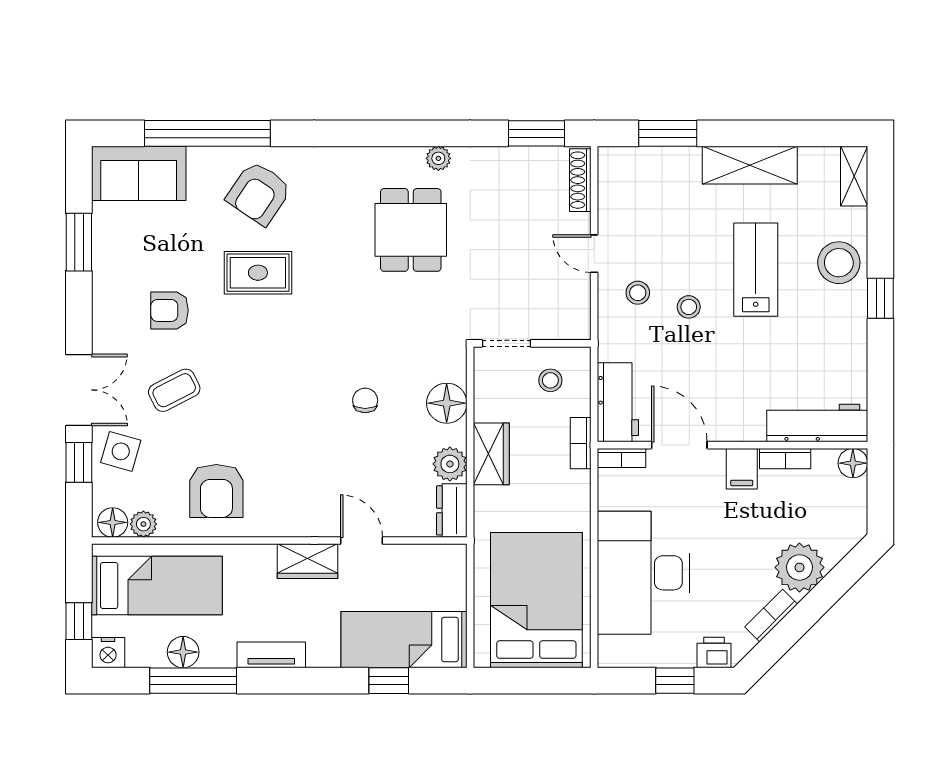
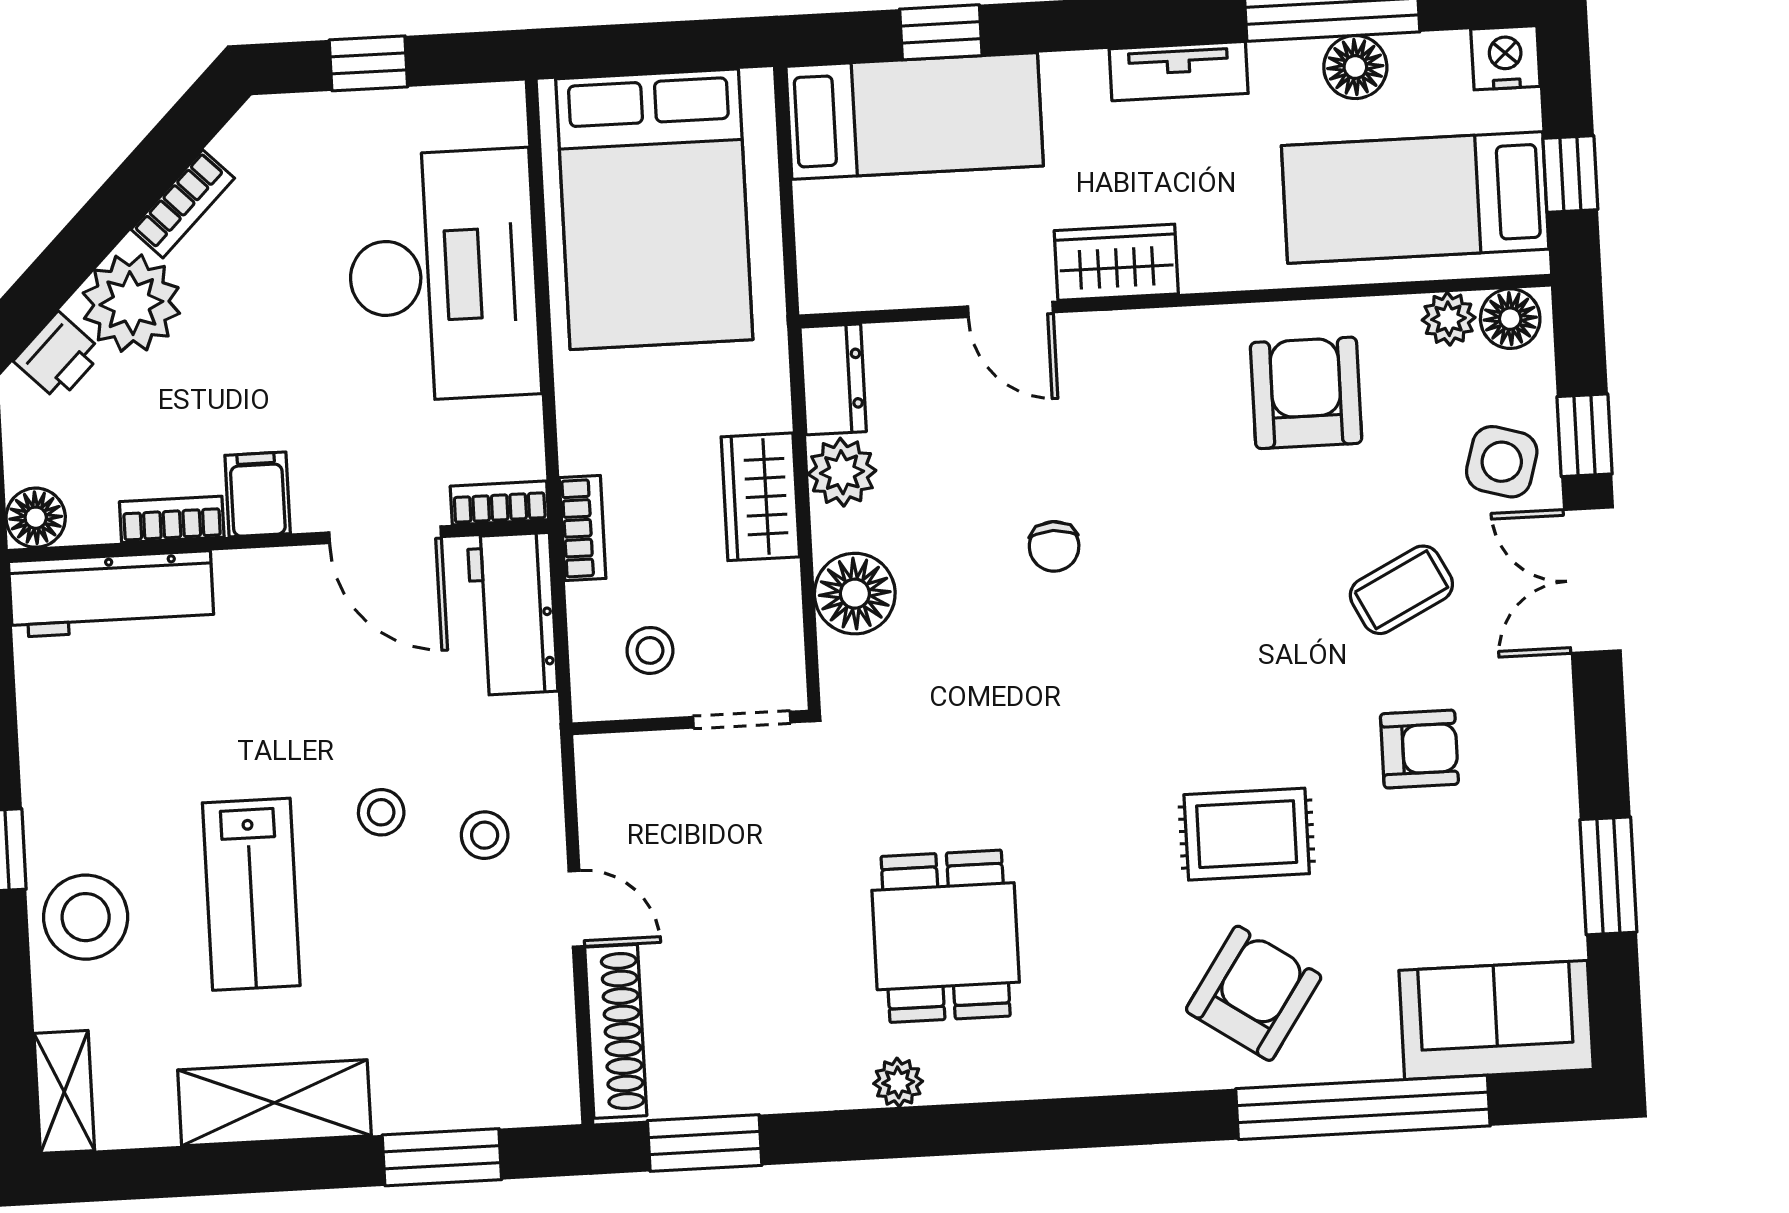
shoe rack: (580, 180) -> (616, 1031), width x1.36, depth x1.24
chair: (365, 400) -> (1054, 546), moved
window: (79, 621) -> (1570, 174), moved
printer: (714, 652) -> (58, 356), moved, turned -45

